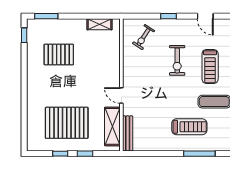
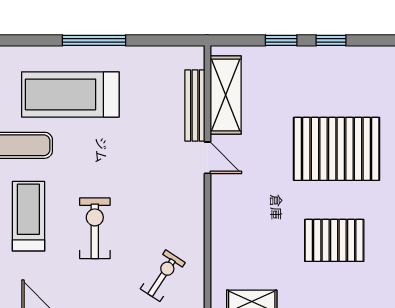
pallet: (67, 123) -> (336, 149), moved
treadmill: (189, 127) -> (70, 94), width x1.37, depth x1.38
bench: (128, 133) -> (195, 106), moved
window: (199, 154) -> (94, 40), moved

